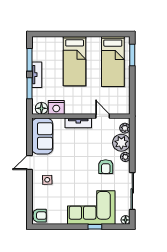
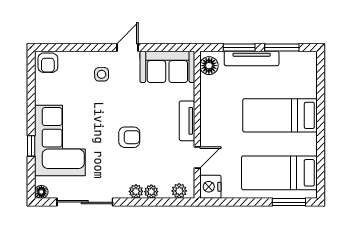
tv unit: (37, 75) -> (252, 58), width x1.41
nightstand: (56, 107) -> (210, 187), moved
plant: (121, 143) -> (151, 192), width x0.53, depth x0.53
door: (29, 163) -> (127, 47), hinge flipped
armchair: (106, 167) -> (129, 137), moved, turned 180

